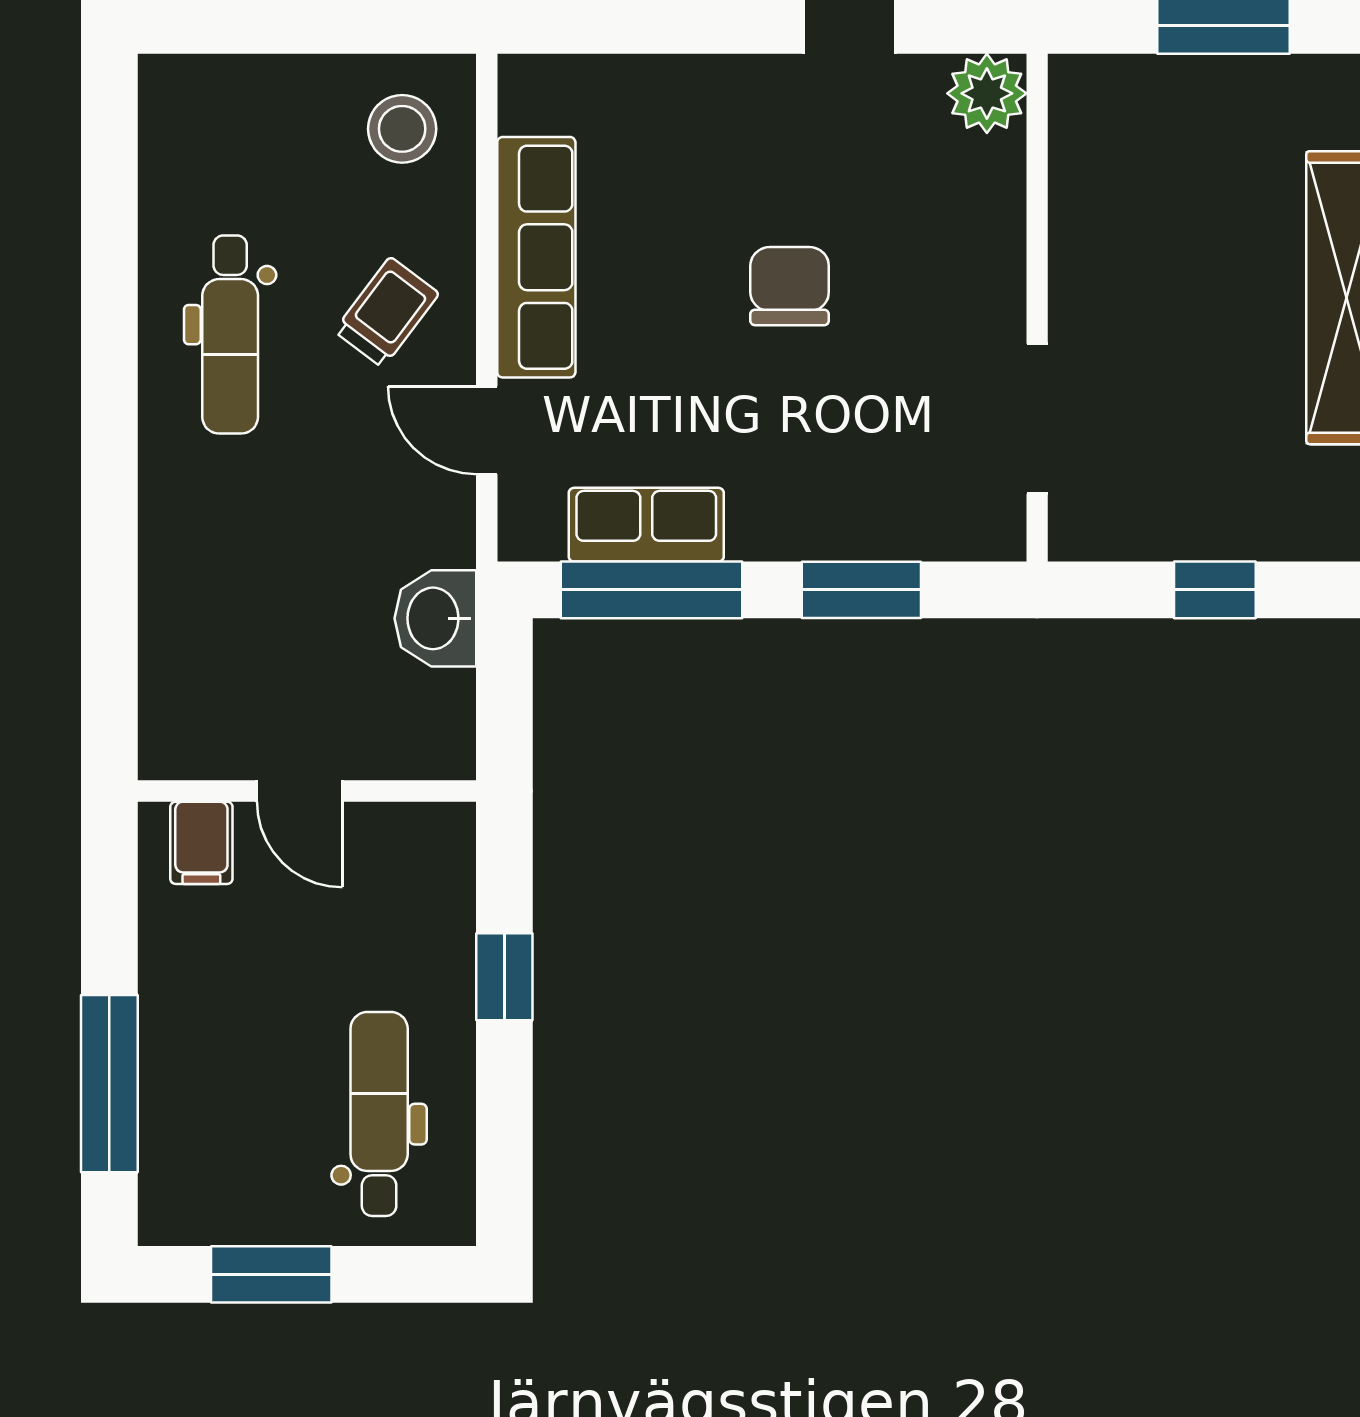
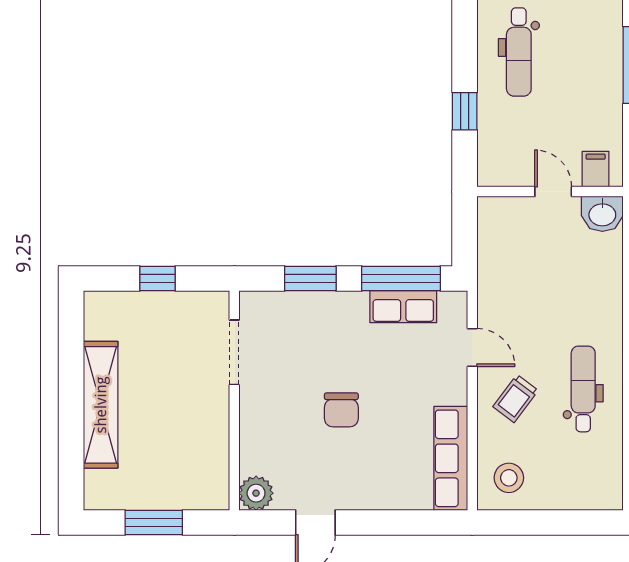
row of seats: (536, 257) -> (451, 458), moved
washbasin: (435, 618) -> (602, 214), moved, turned 90

